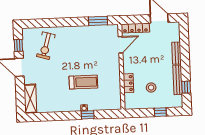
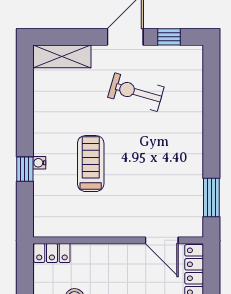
exercise bike: (46, 46) -> (136, 92), moved
treadmill: (83, 82) -> (91, 164), turned 180
locker: (128, 83) -> (52, 253), moved

